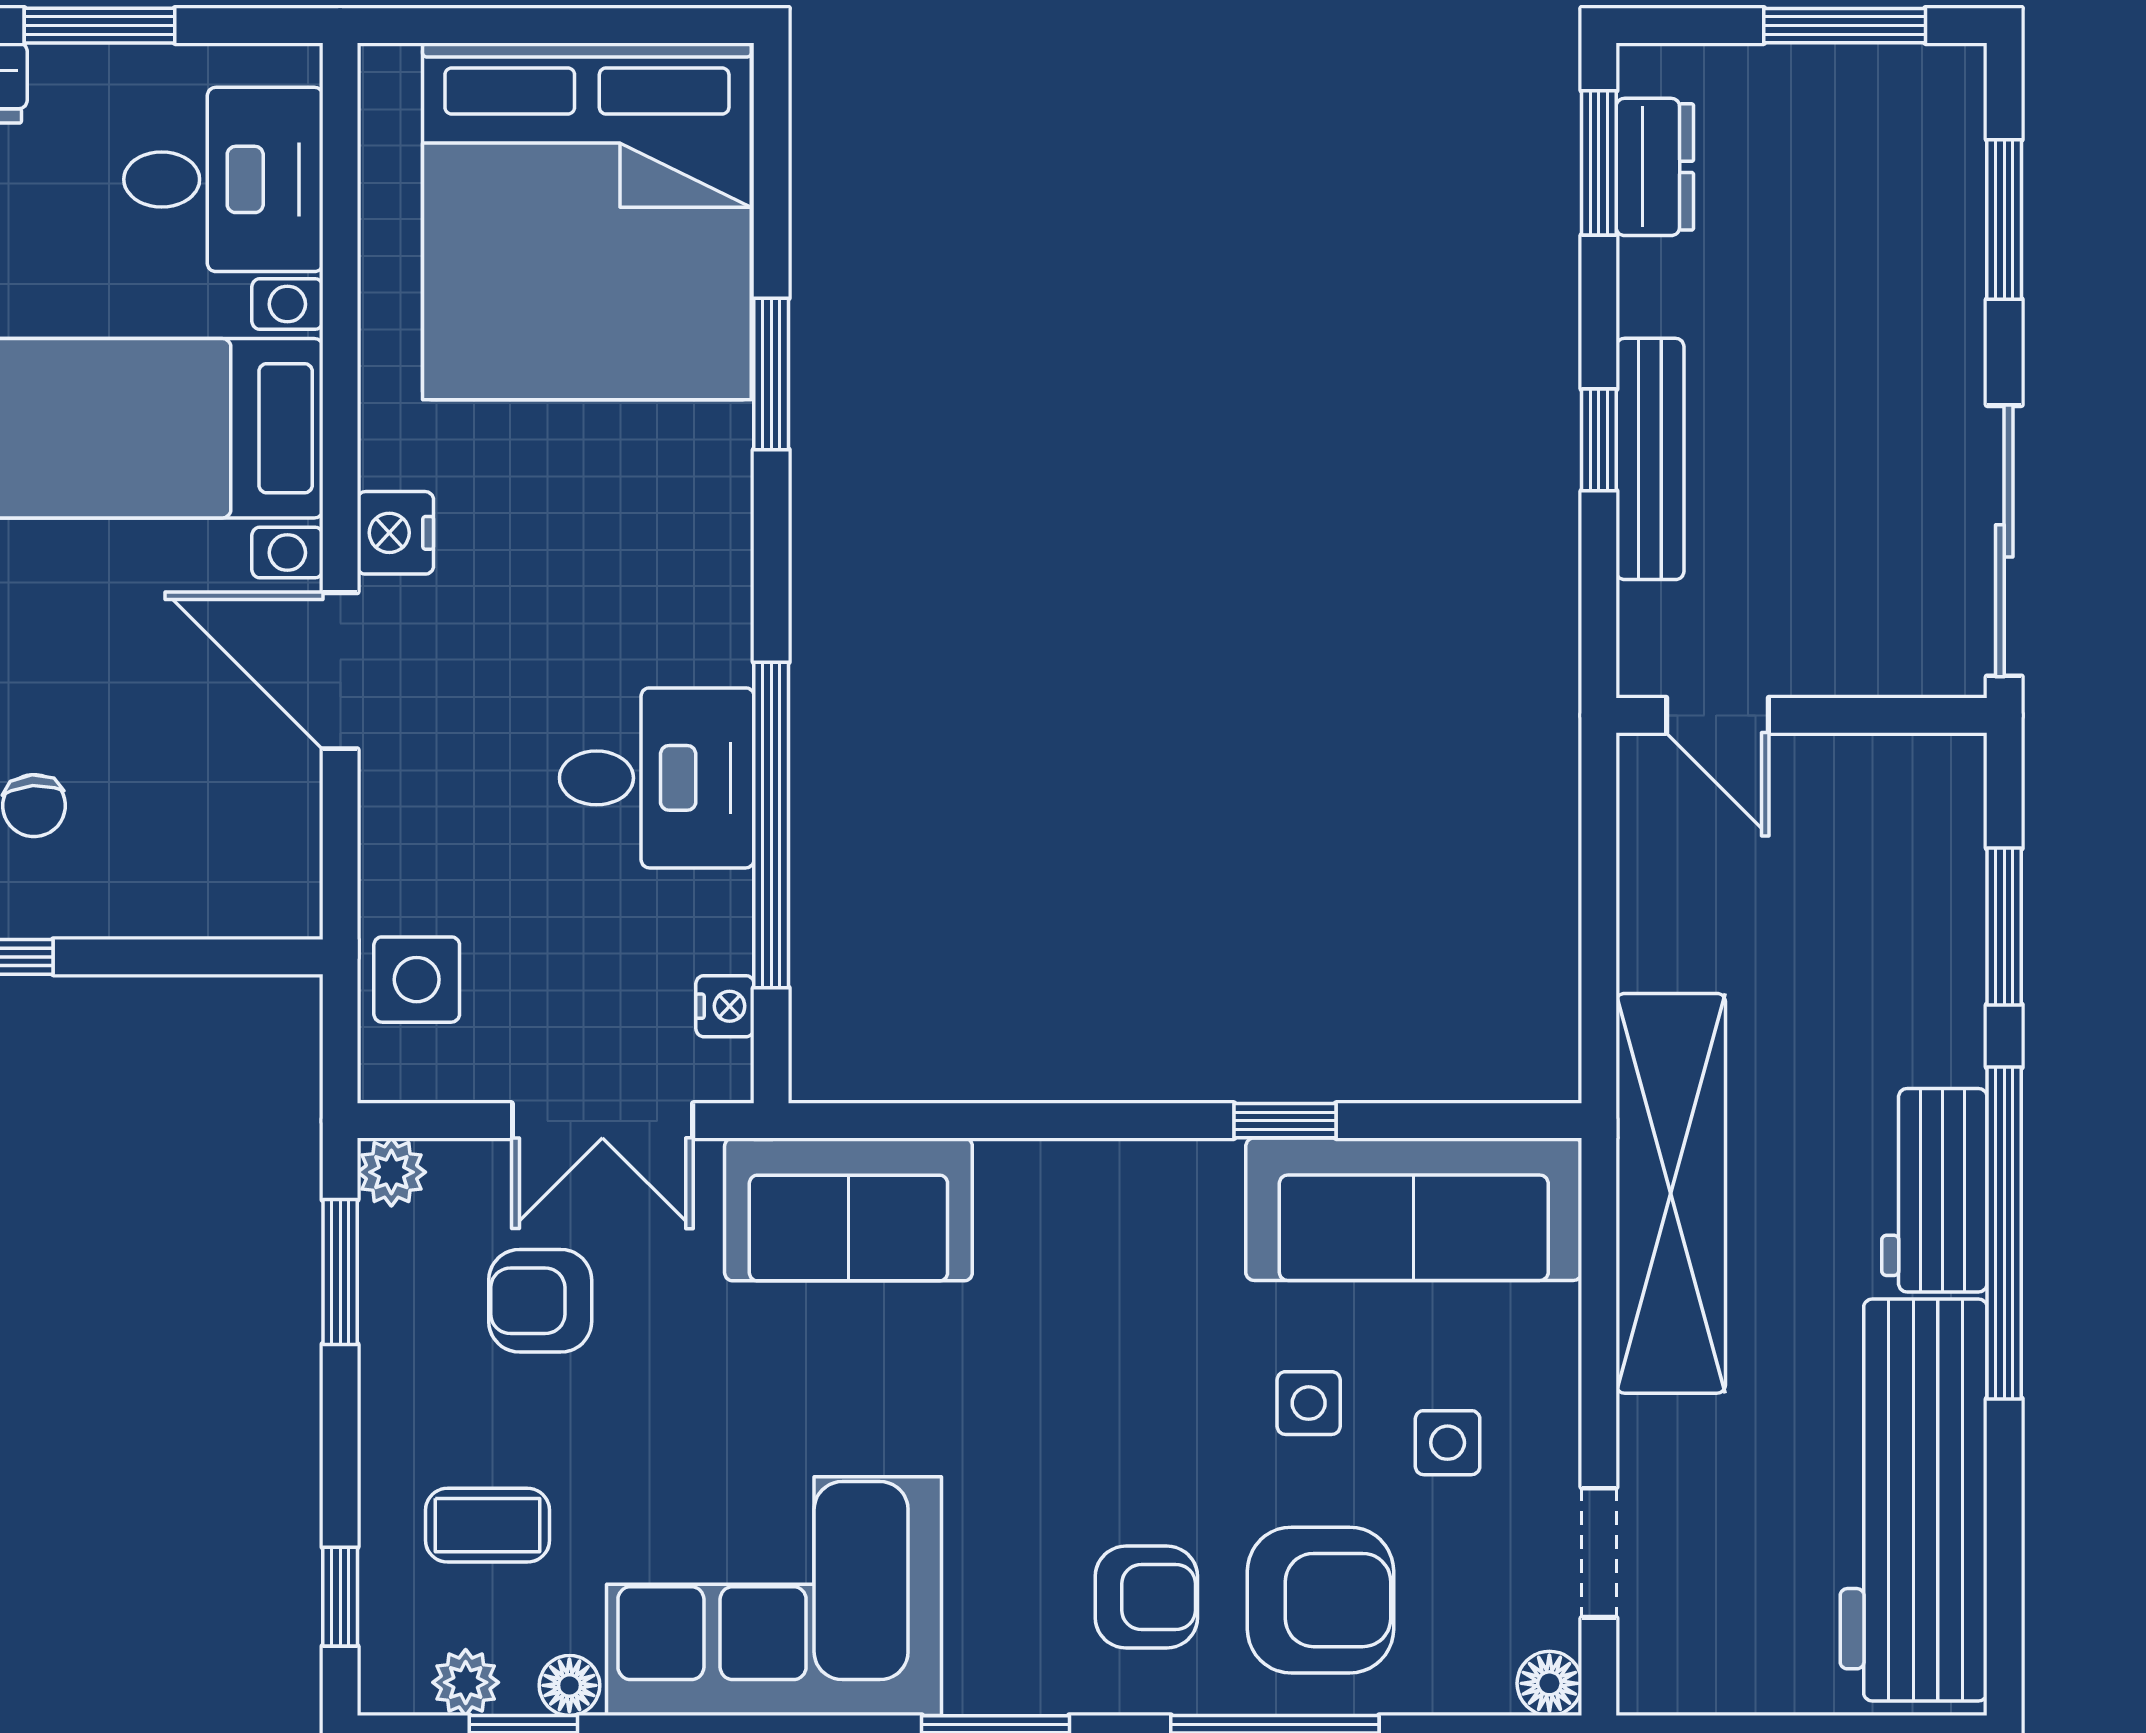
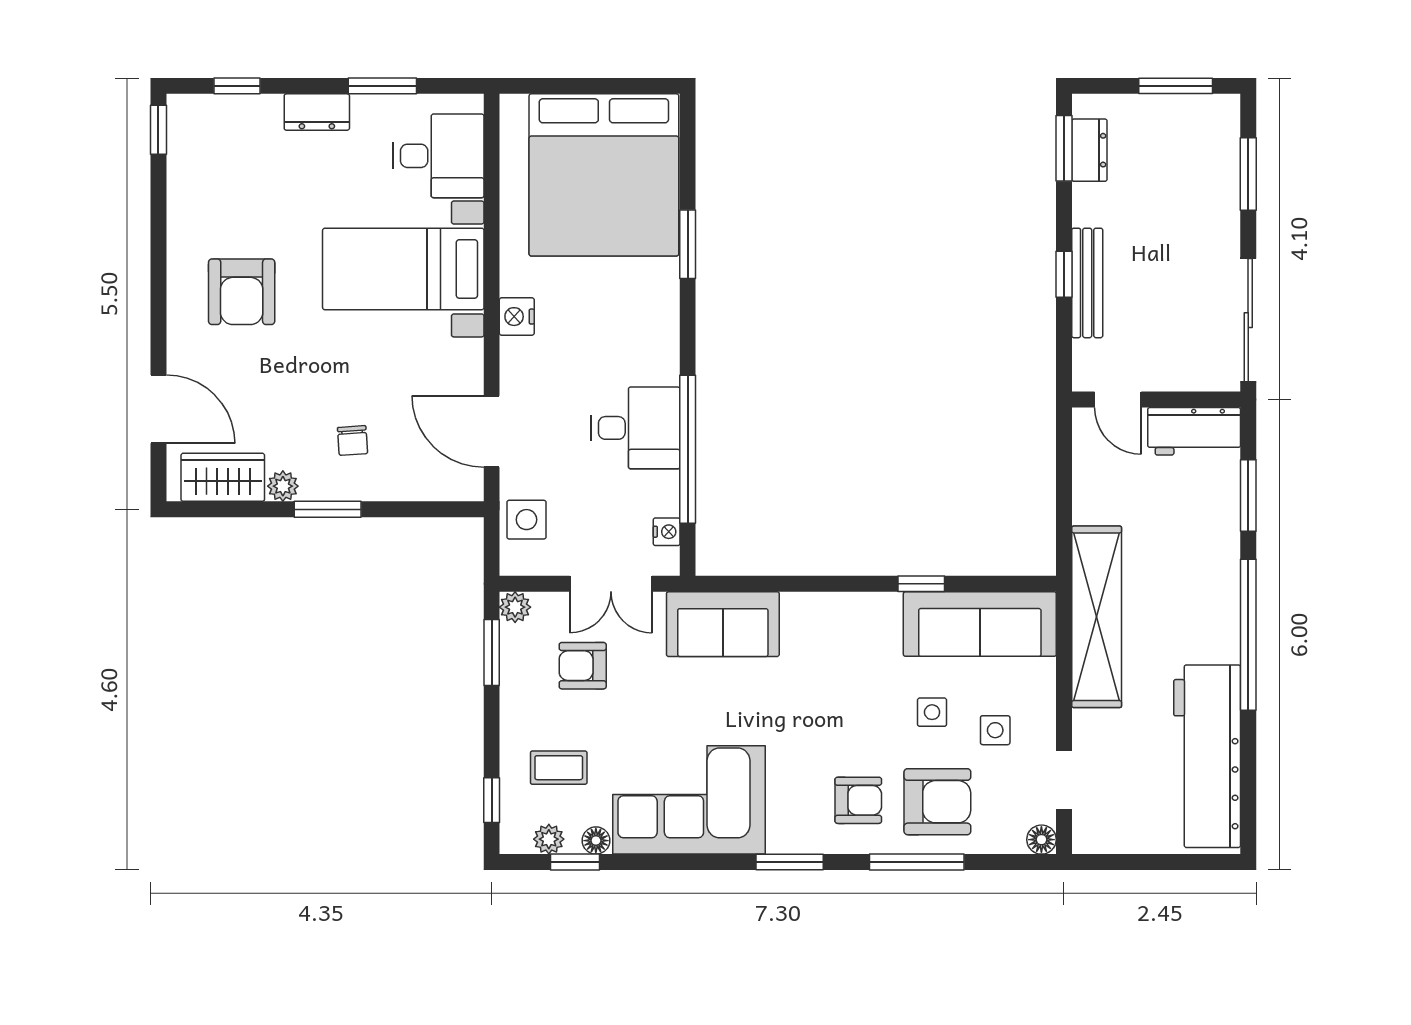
door: (340, 671) -> (492, 431), moved
workbench: (1934, 1190) -> (1194, 431), moved, turned -90

